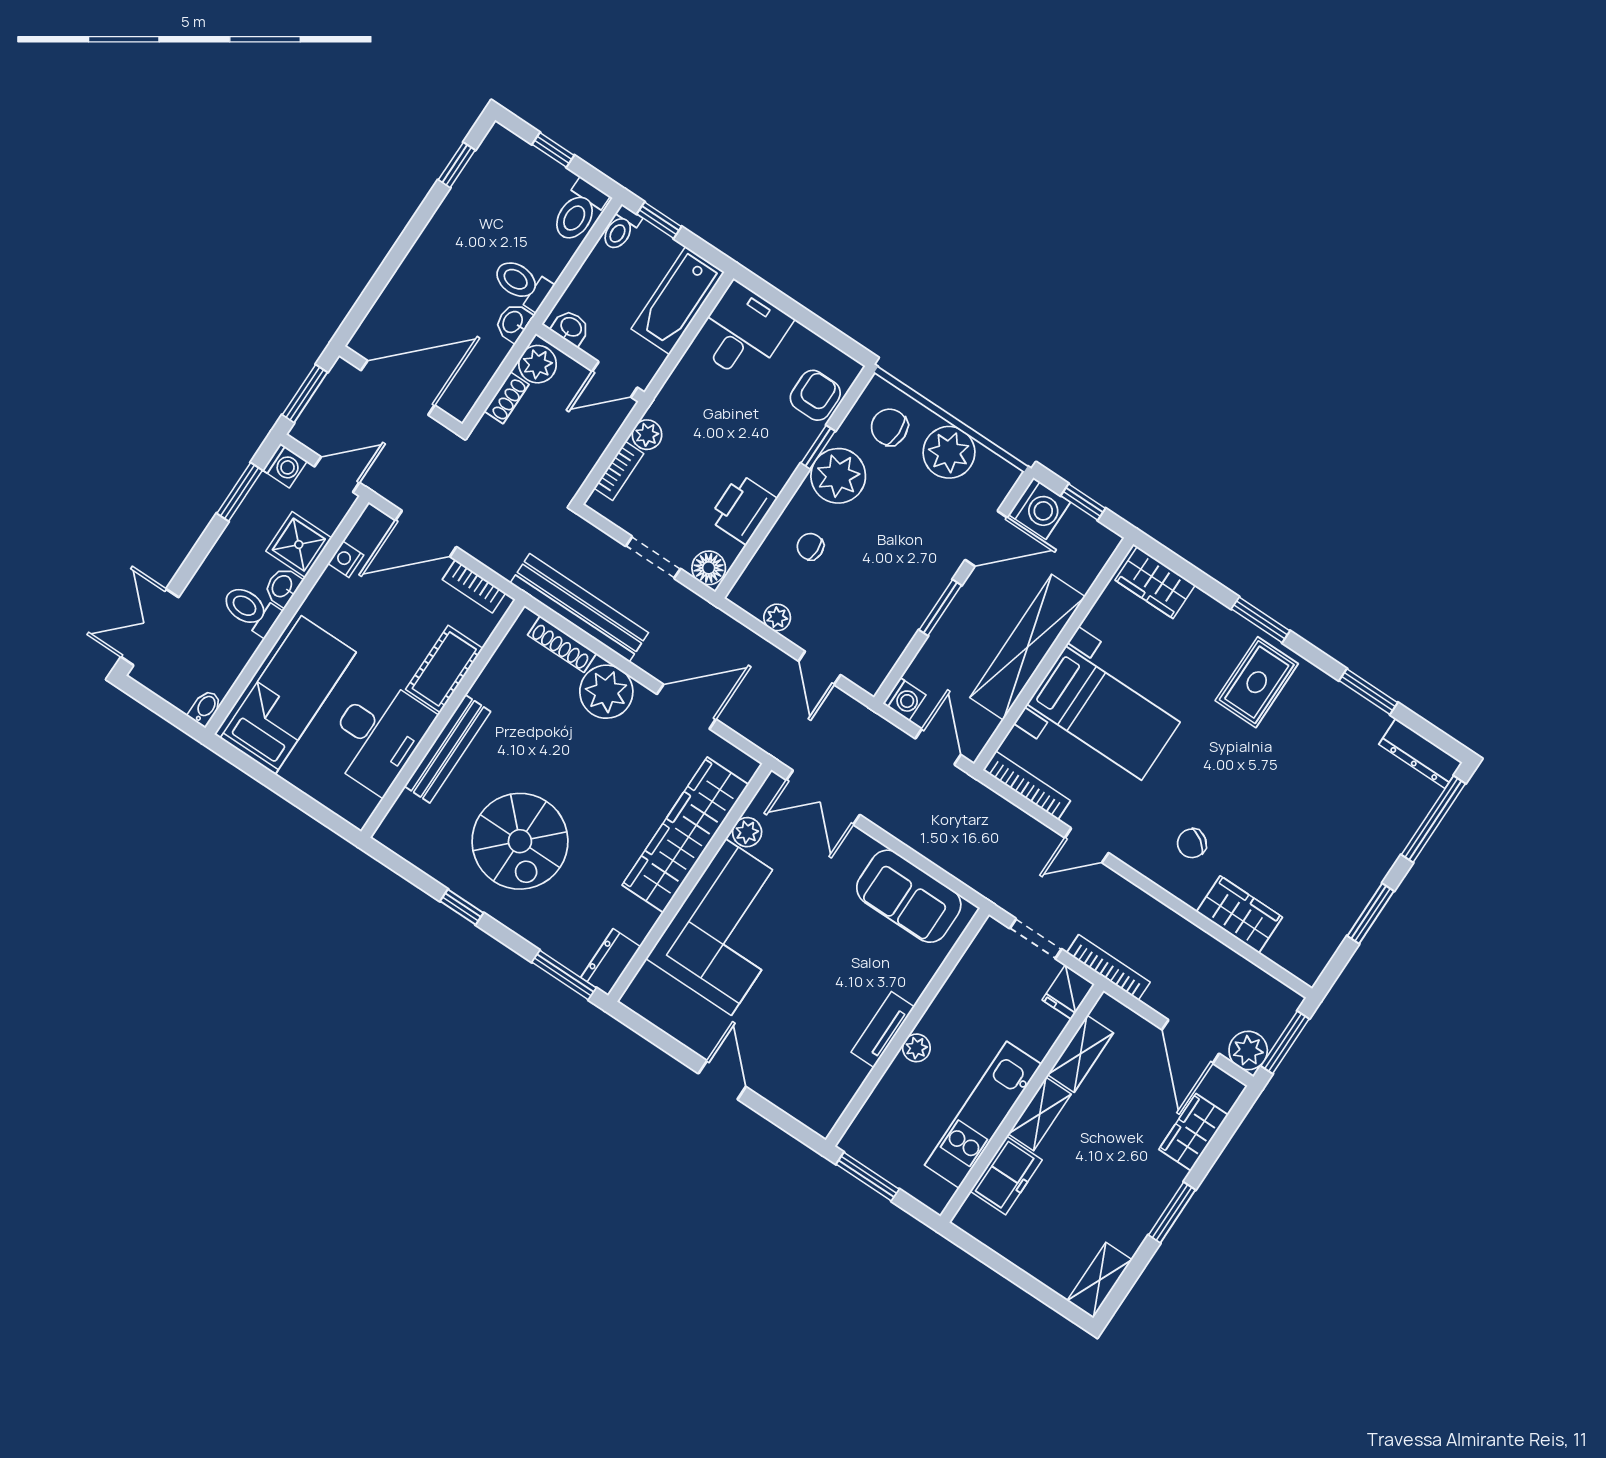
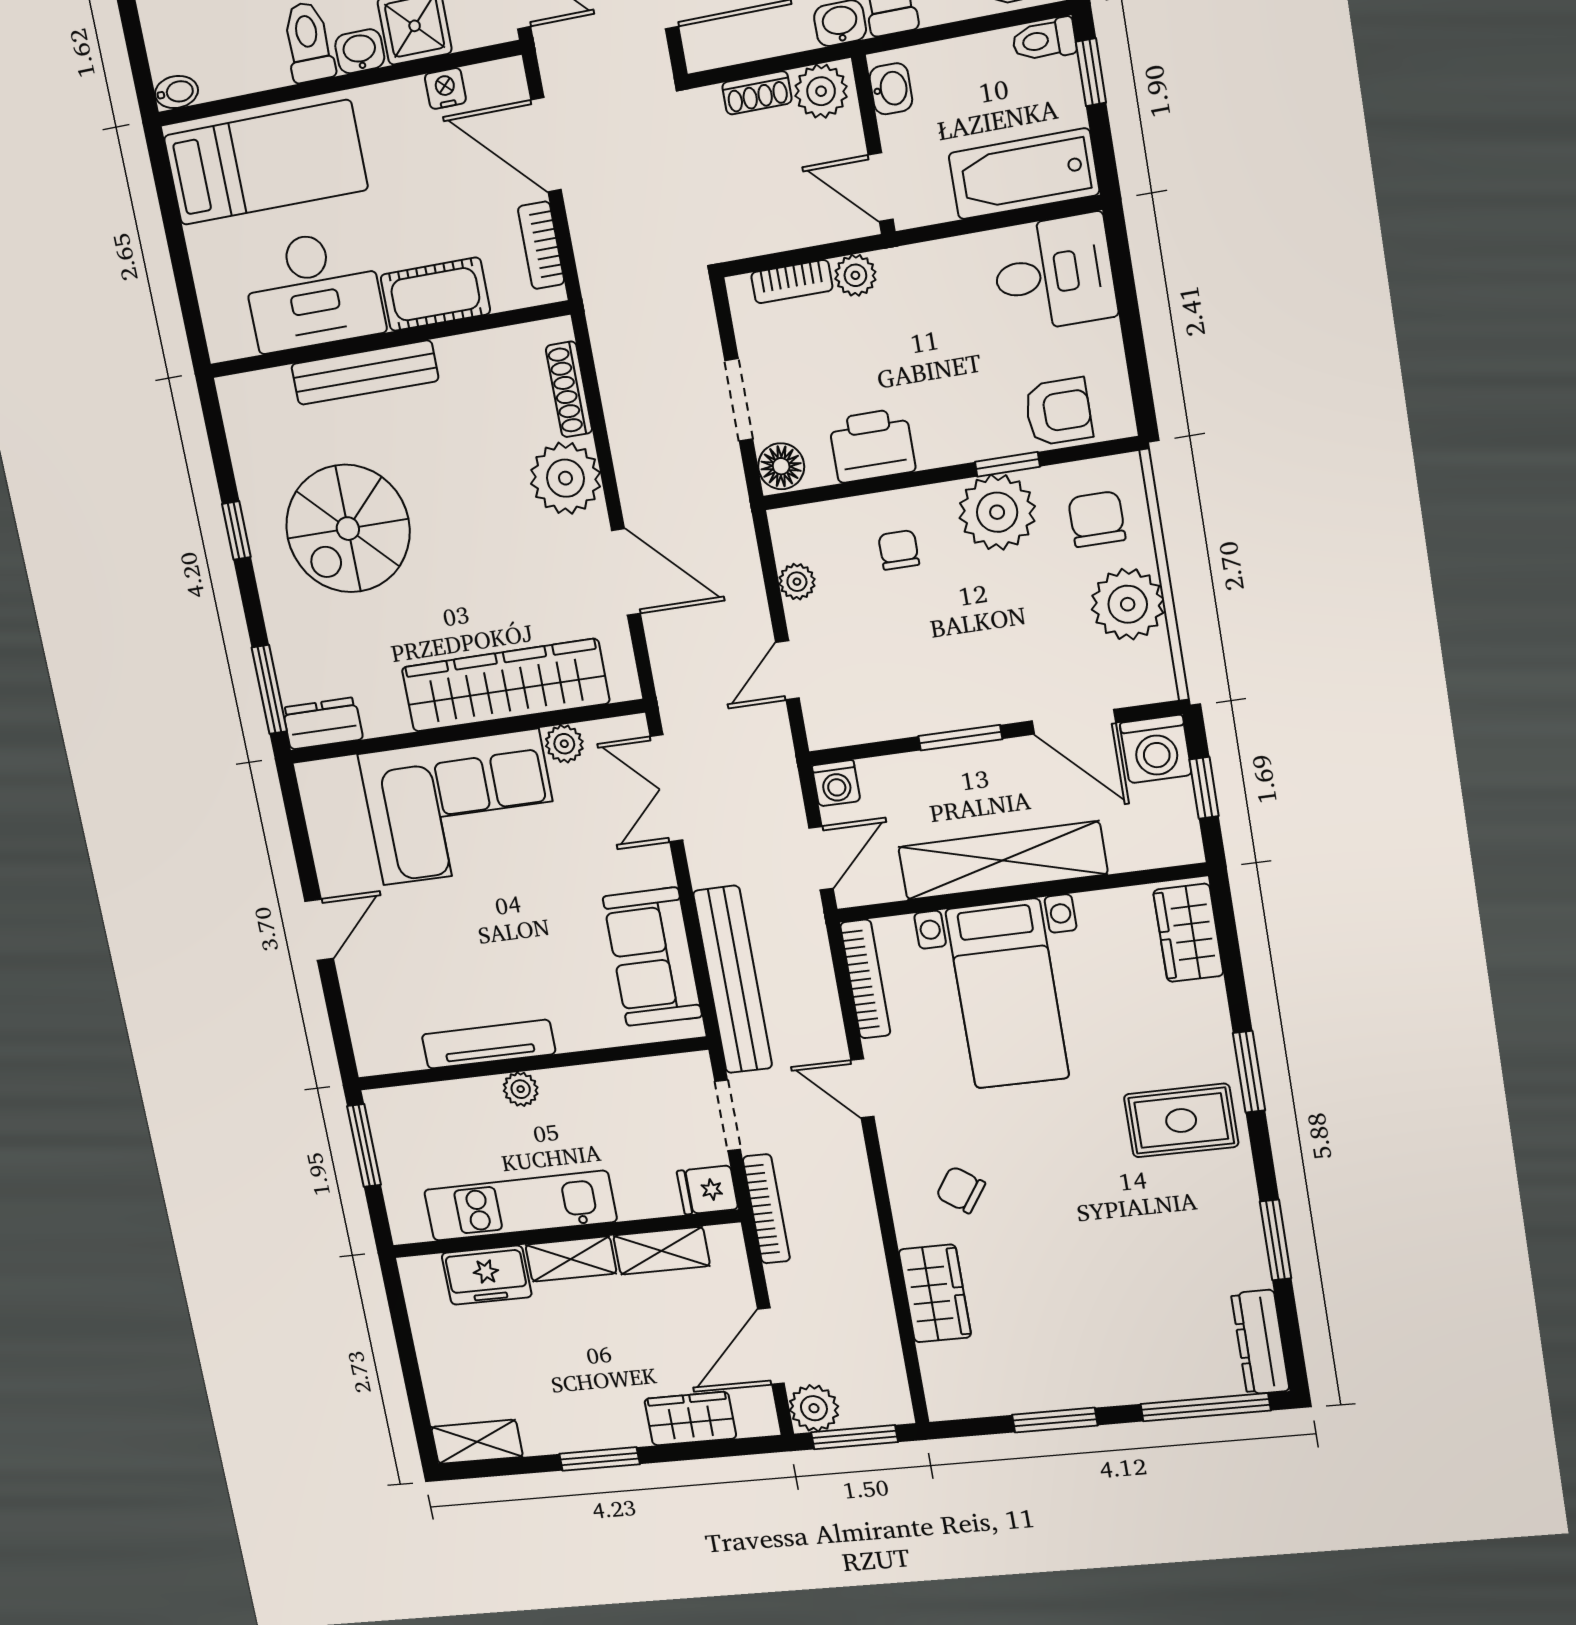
bench: (579, 608) -> (733, 980), moved
tv unit: (883, 1029) -> (488, 1044), width x1.41

